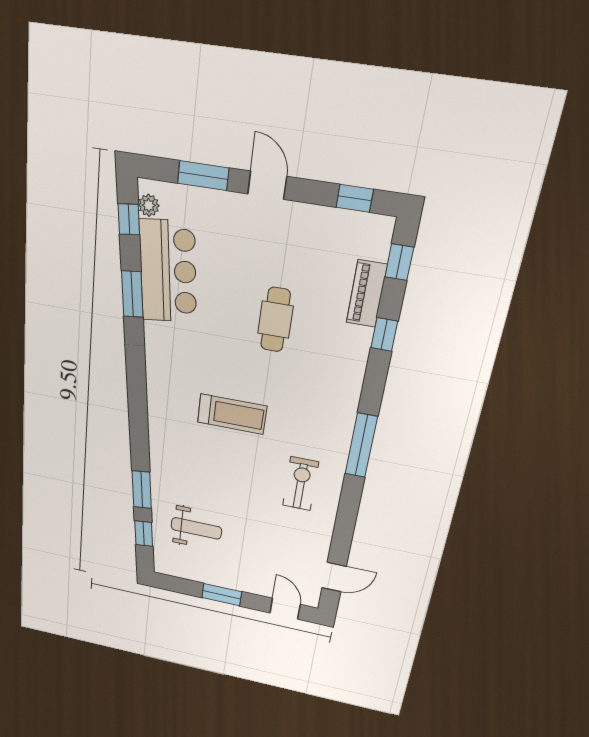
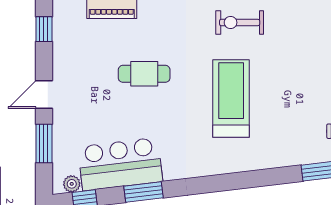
treadmill: (232, 414) -> (231, 98), width x1.37, depth x1.38
exercise bike: (301, 484) -> (240, 23), moved

